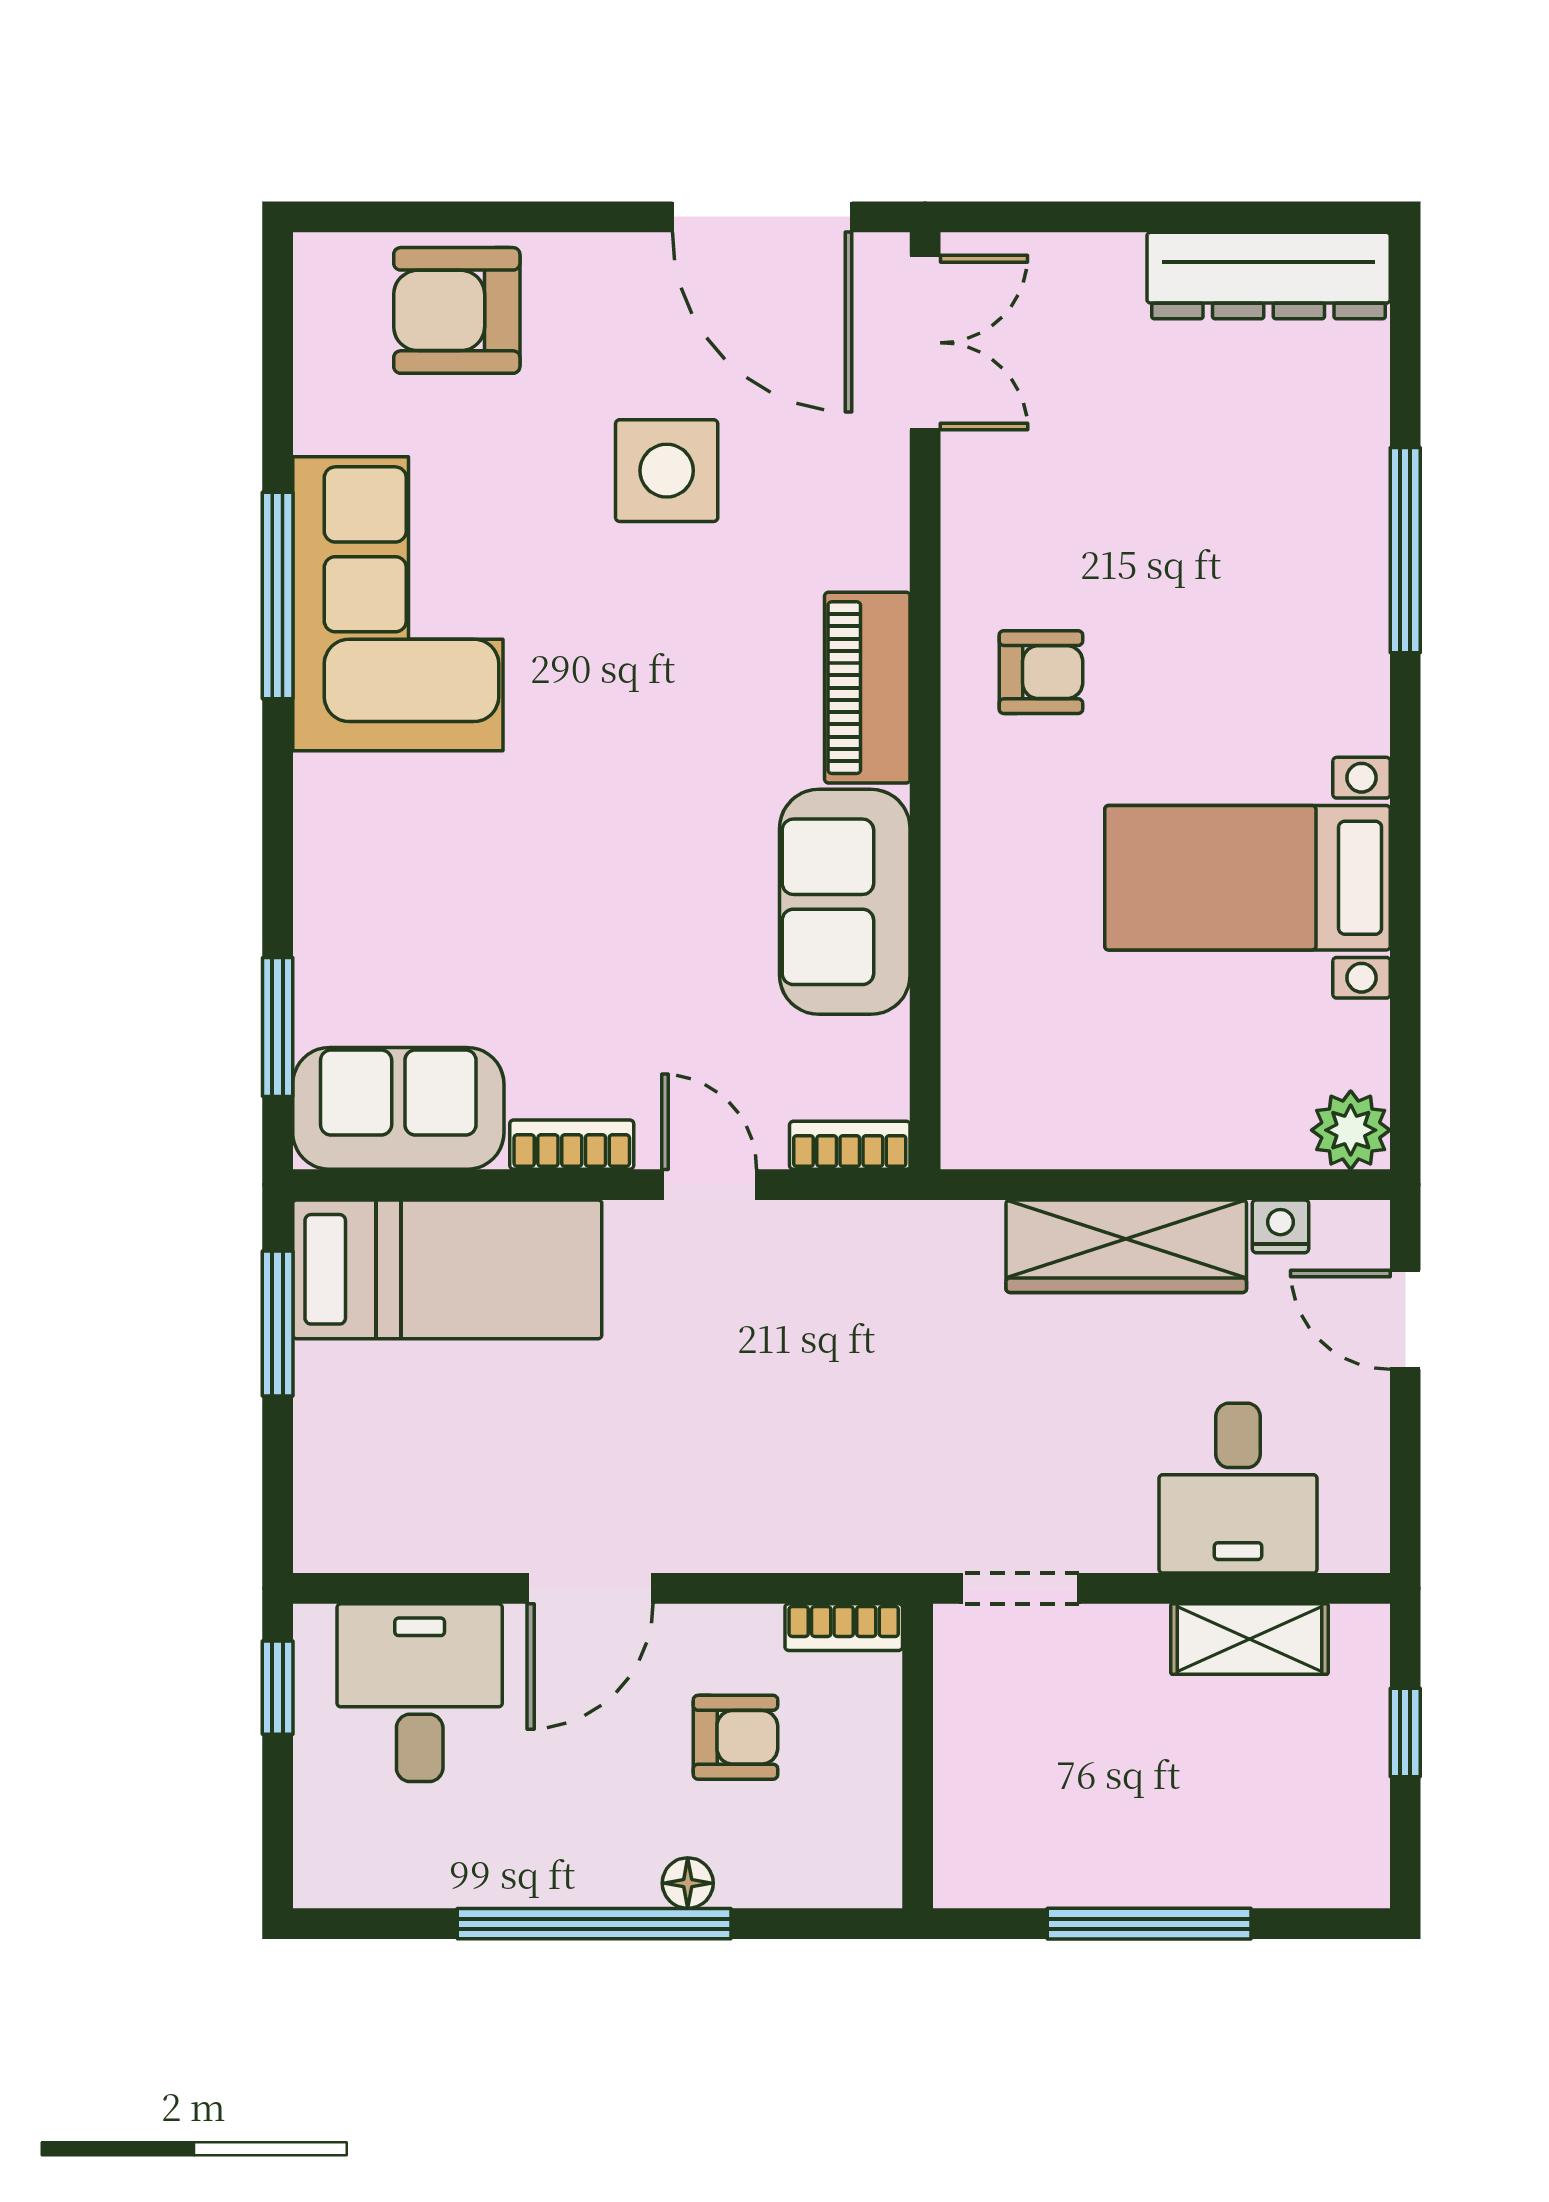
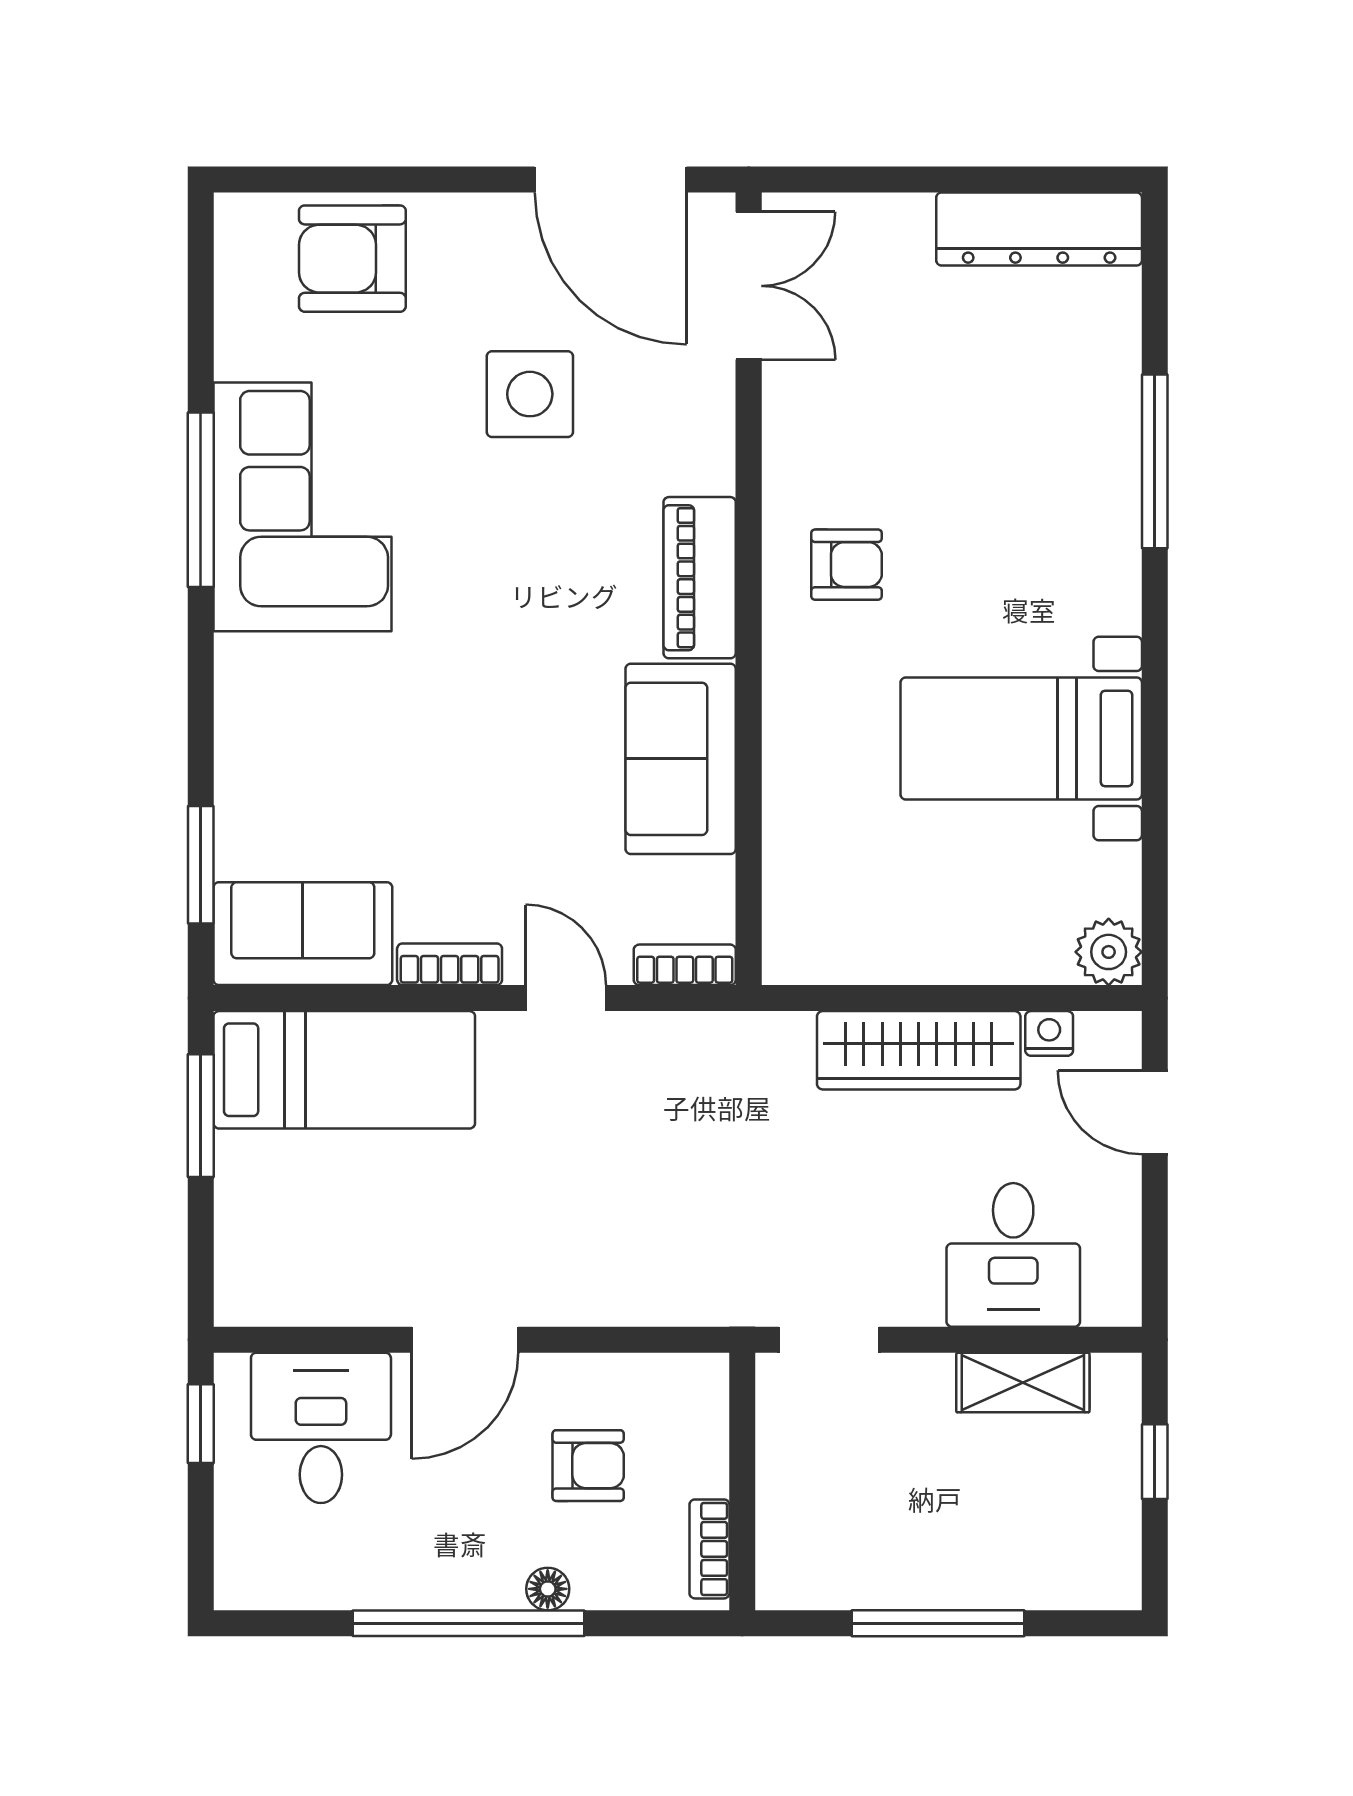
bookcase: (844, 1627) -> (709, 1549), moved, turned 90

